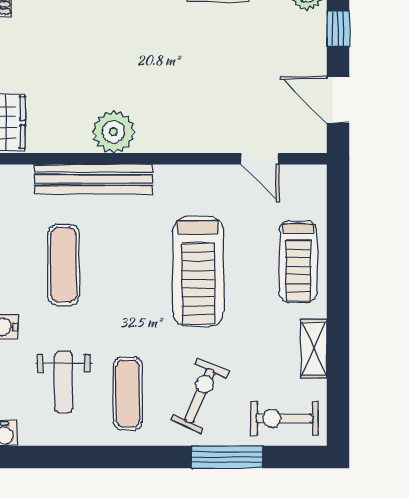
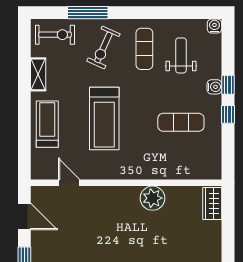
bench: (93, 179) -> (164, 171), removed
exercise mat: (64, 265) -> (181, 122), turned 90
treadmill: (198, 272) -> (104, 118), turned 180

